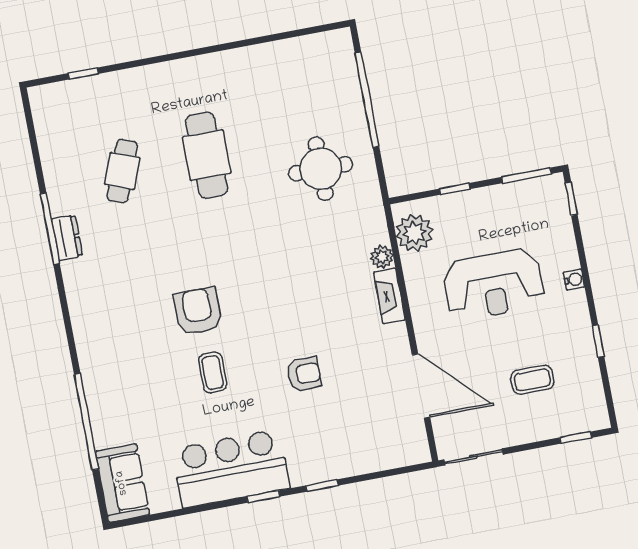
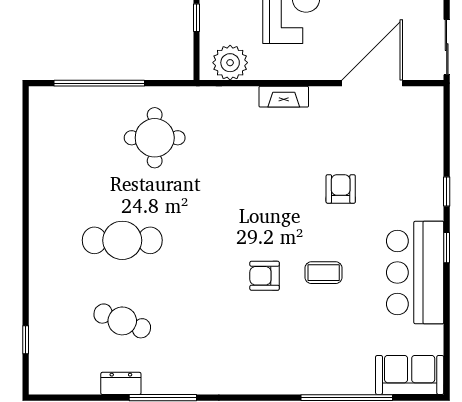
dresser: (67, 238) -> (121, 383), moved
plant: (382, 257) -> (247, 97), removed
armchair: (198, 311) -> (265, 276), width x0.72, depth x0.72

